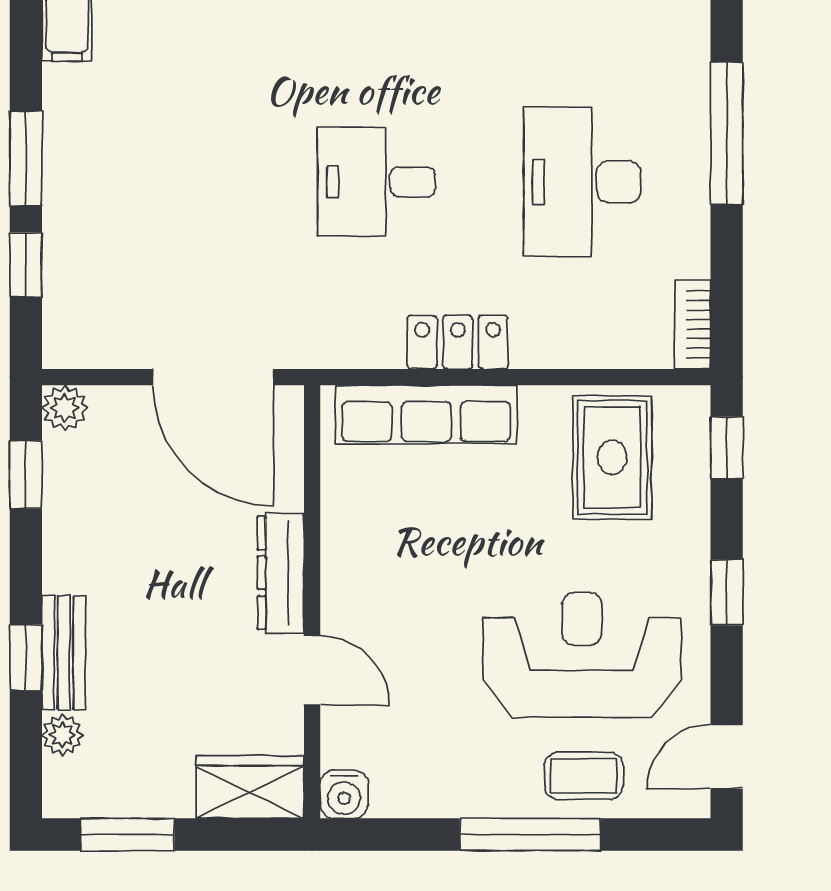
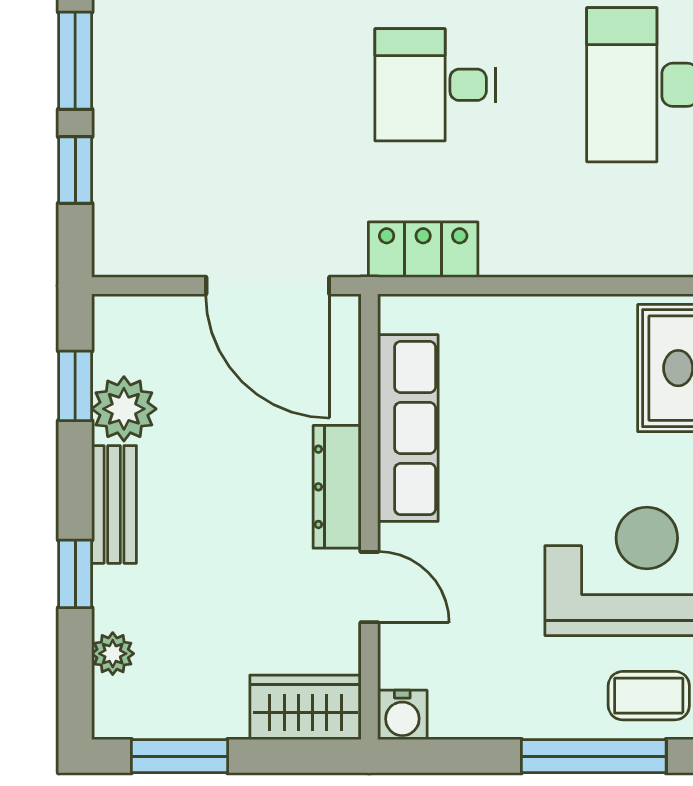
locker: (458, 342) -> (423, 250), moved
plant: (65, 408) -> (124, 409), moved, width x1.38, depth x1.38
row of seats: (426, 415) -> (408, 428), moved, turned -90
bench: (64, 653) -> (114, 504), moved

